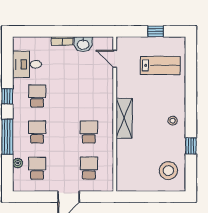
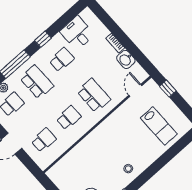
window: (156, 31) -> (168, 89), moved
school desk: (89, 96) -> (94, 95), added
shelving: (124, 118) -> (100, 134), removed
school desk: (37, 132) -> (37, 82), width x1.85

